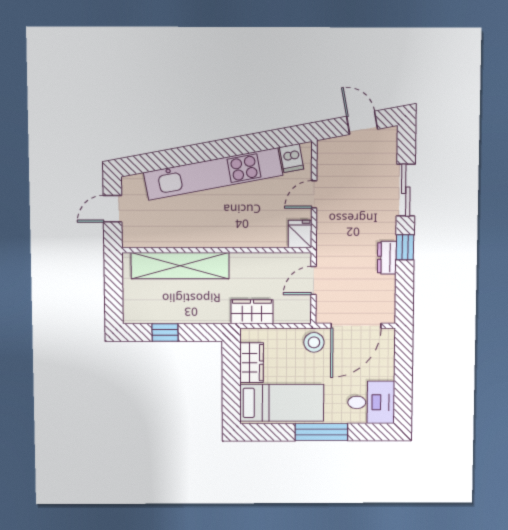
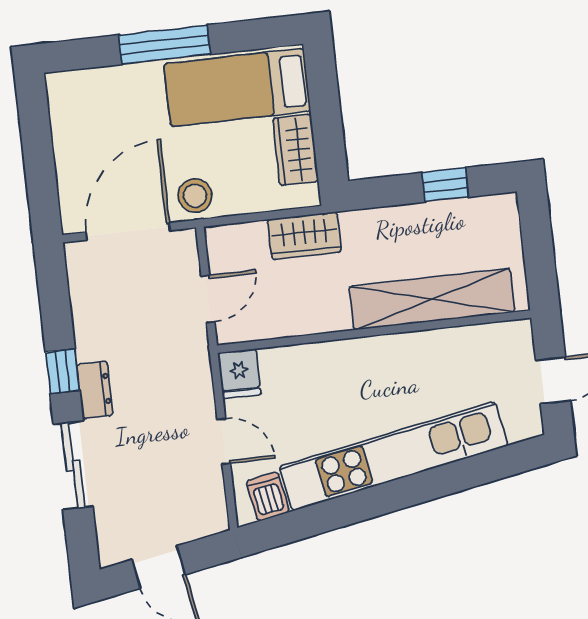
door: (314, 194) -> (224, 441), hinge flipped
dresser: (387, 258) -> (95, 390), moved
desk: (371, 402) -> (87, 105), removed

